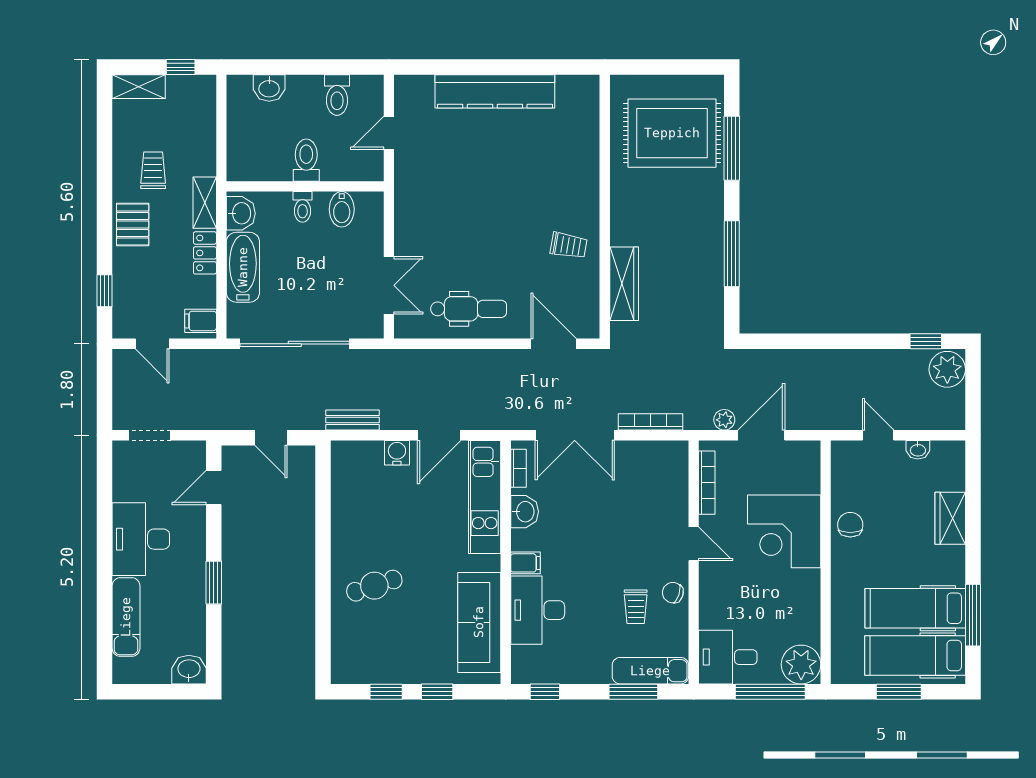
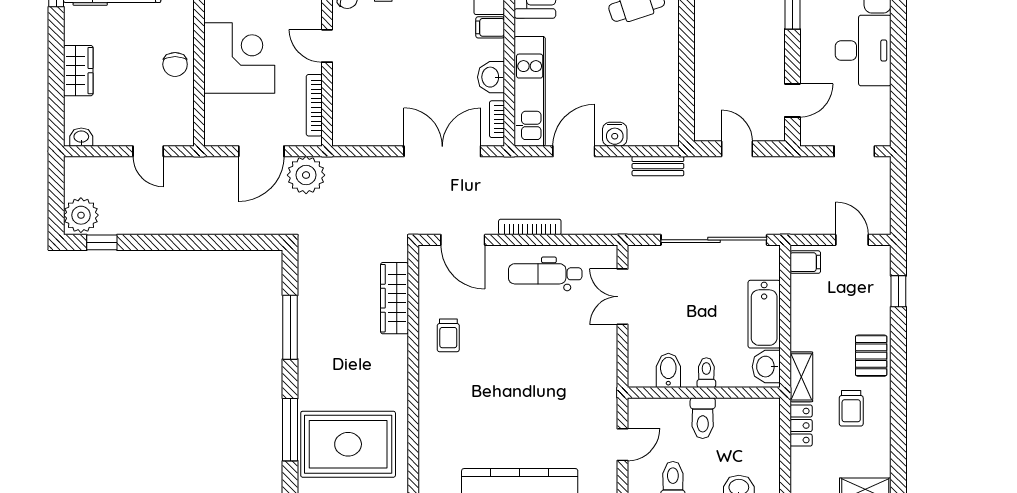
trolley: (569, 245) -> (448, 335), turned -100
locker: (205, 253) -> (801, 426), moved
plant: (724, 420) -> (306, 175), width x1.87, depth x1.87
bookcase: (650, 422) -> (530, 227), moved, turned 180
washbasin: (918, 450) -> (81, 137), moved

